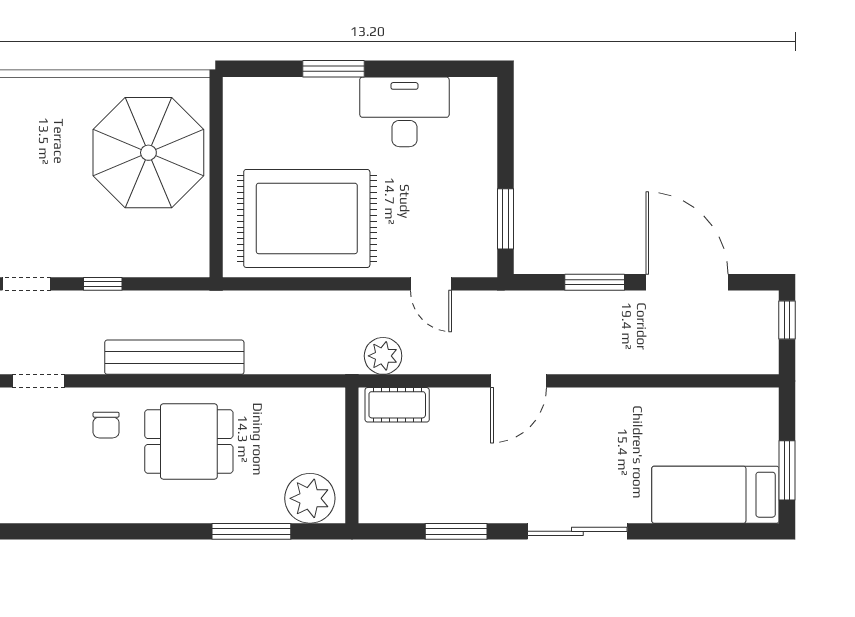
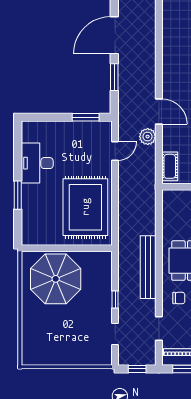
plant: (383, 356) -> (148, 137), moved

